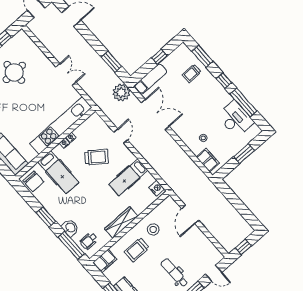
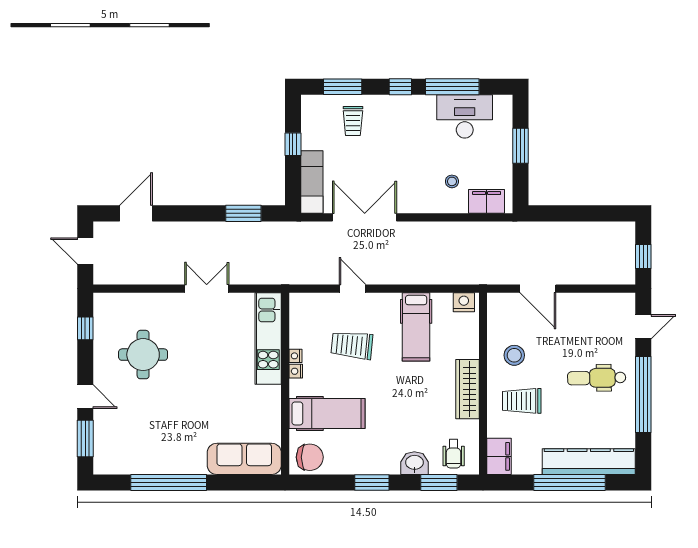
plant: (121, 93) -> (295, 237), removed
kitchen unit: (61, 125) -> (268, 338), width x0.73
trolley: (97, 157) -> (352, 345), turned -121
window: (71, 245) -> (439, 482), width x0.69
trolley: (137, 250) -> (522, 401), turned 90

